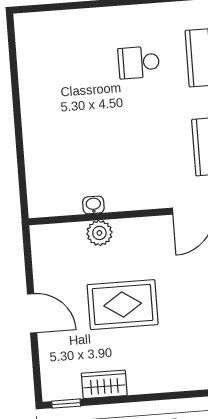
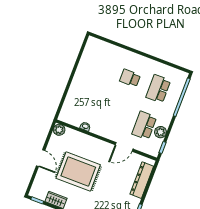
plant: (99, 233) -> (59, 130), moved
rug: (123, 305) -> (78, 172), width x1.37, depth x1.44

